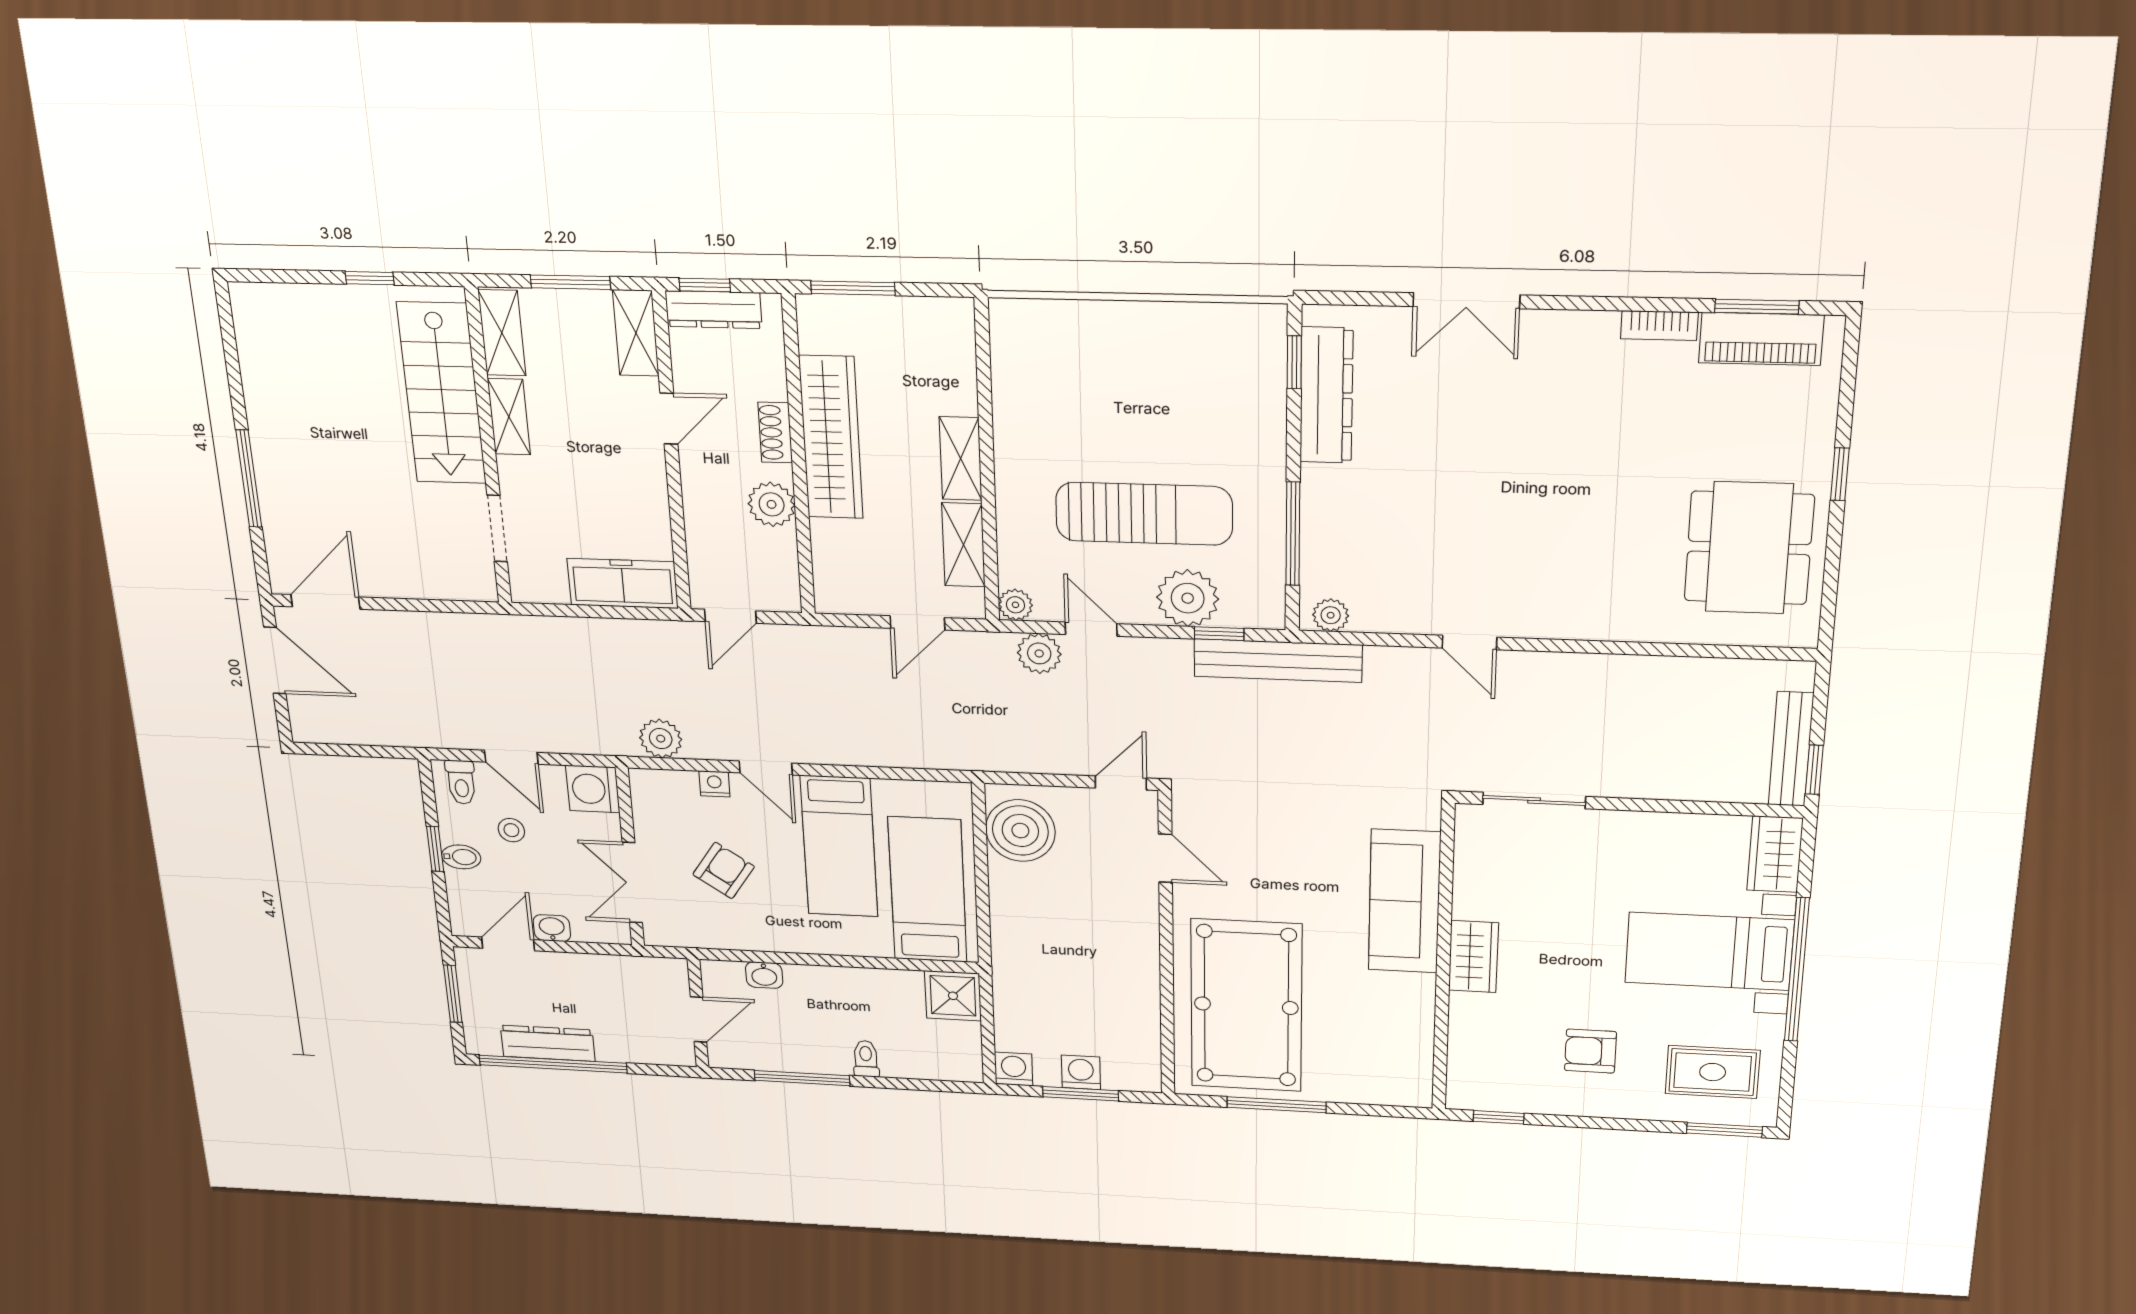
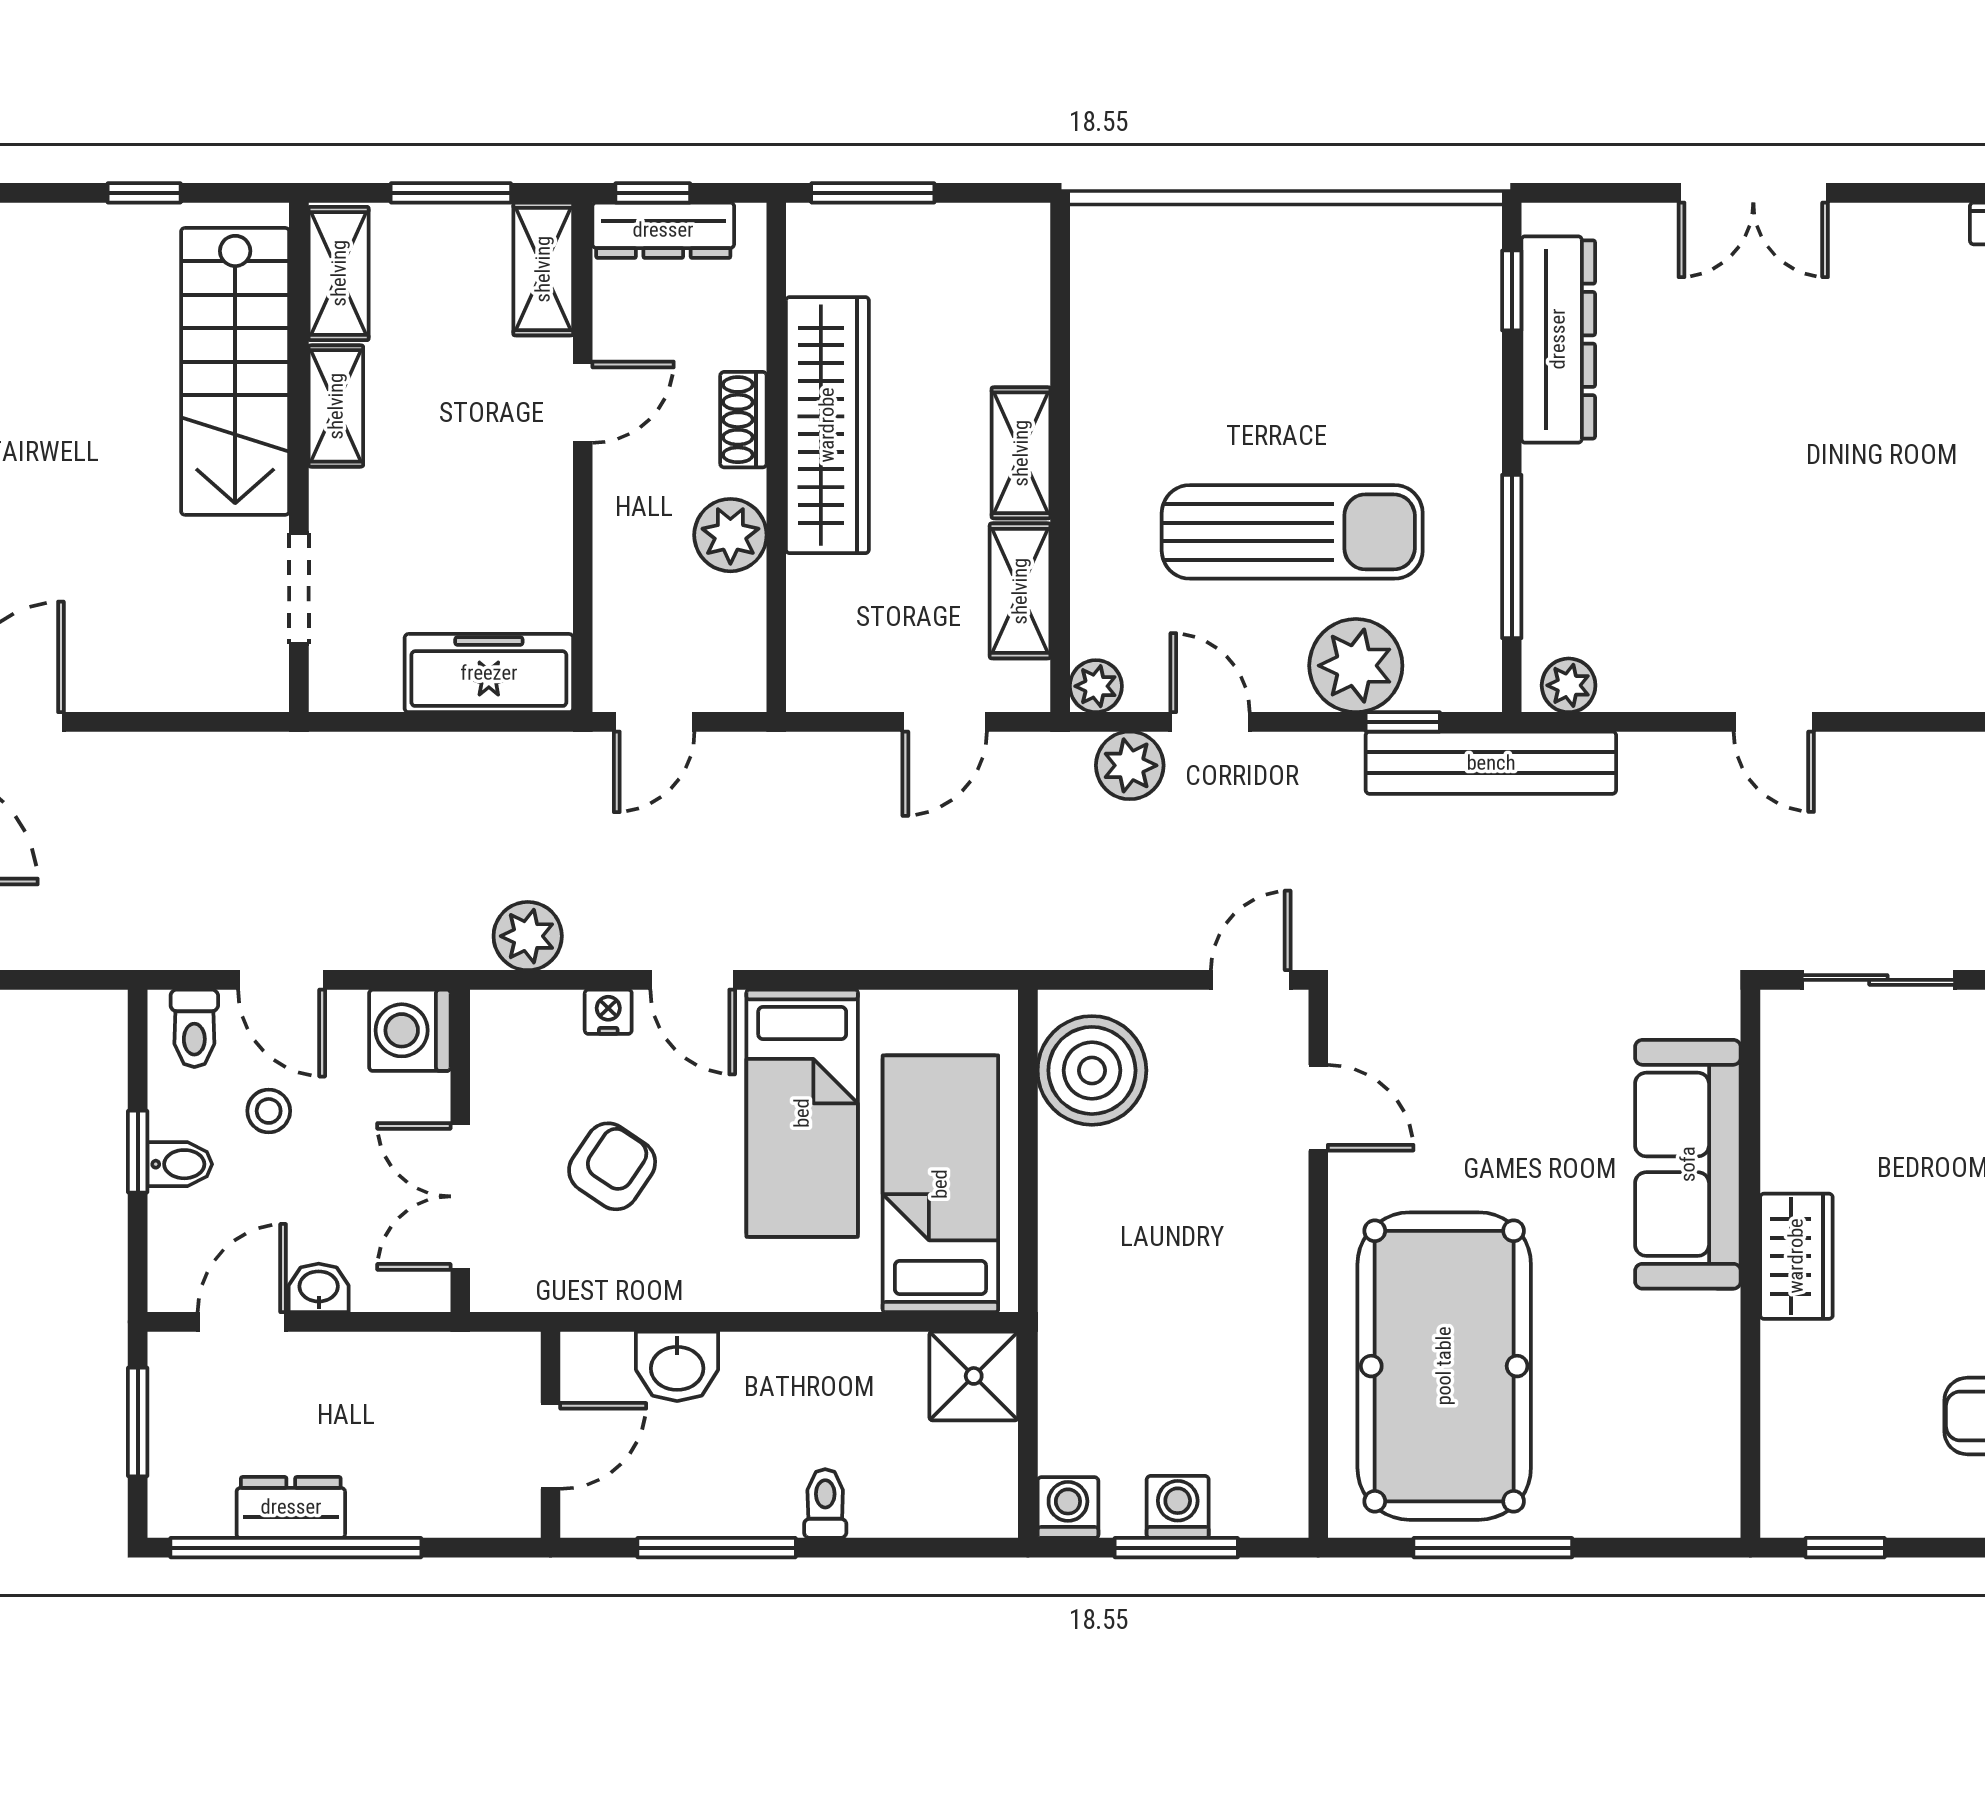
washbasin: (764, 975) -> (677, 1366), width x1.38, depth x1.45
dresser: (548, 1043) -> (291, 1507), width x0.70

